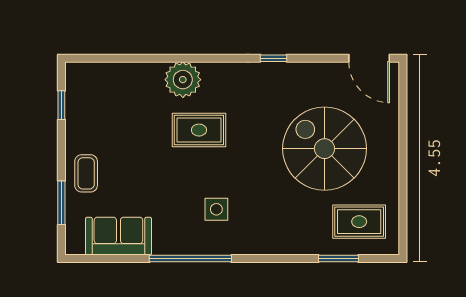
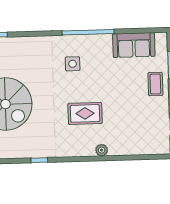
plant: (183, 80) -> (102, 150), width x0.53, depth x0.53

